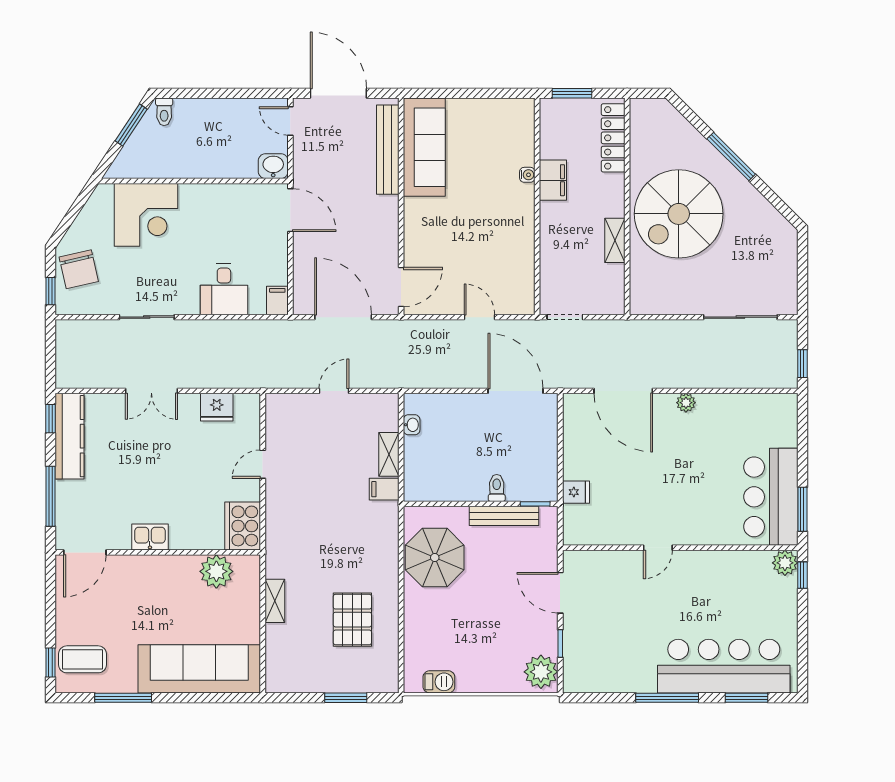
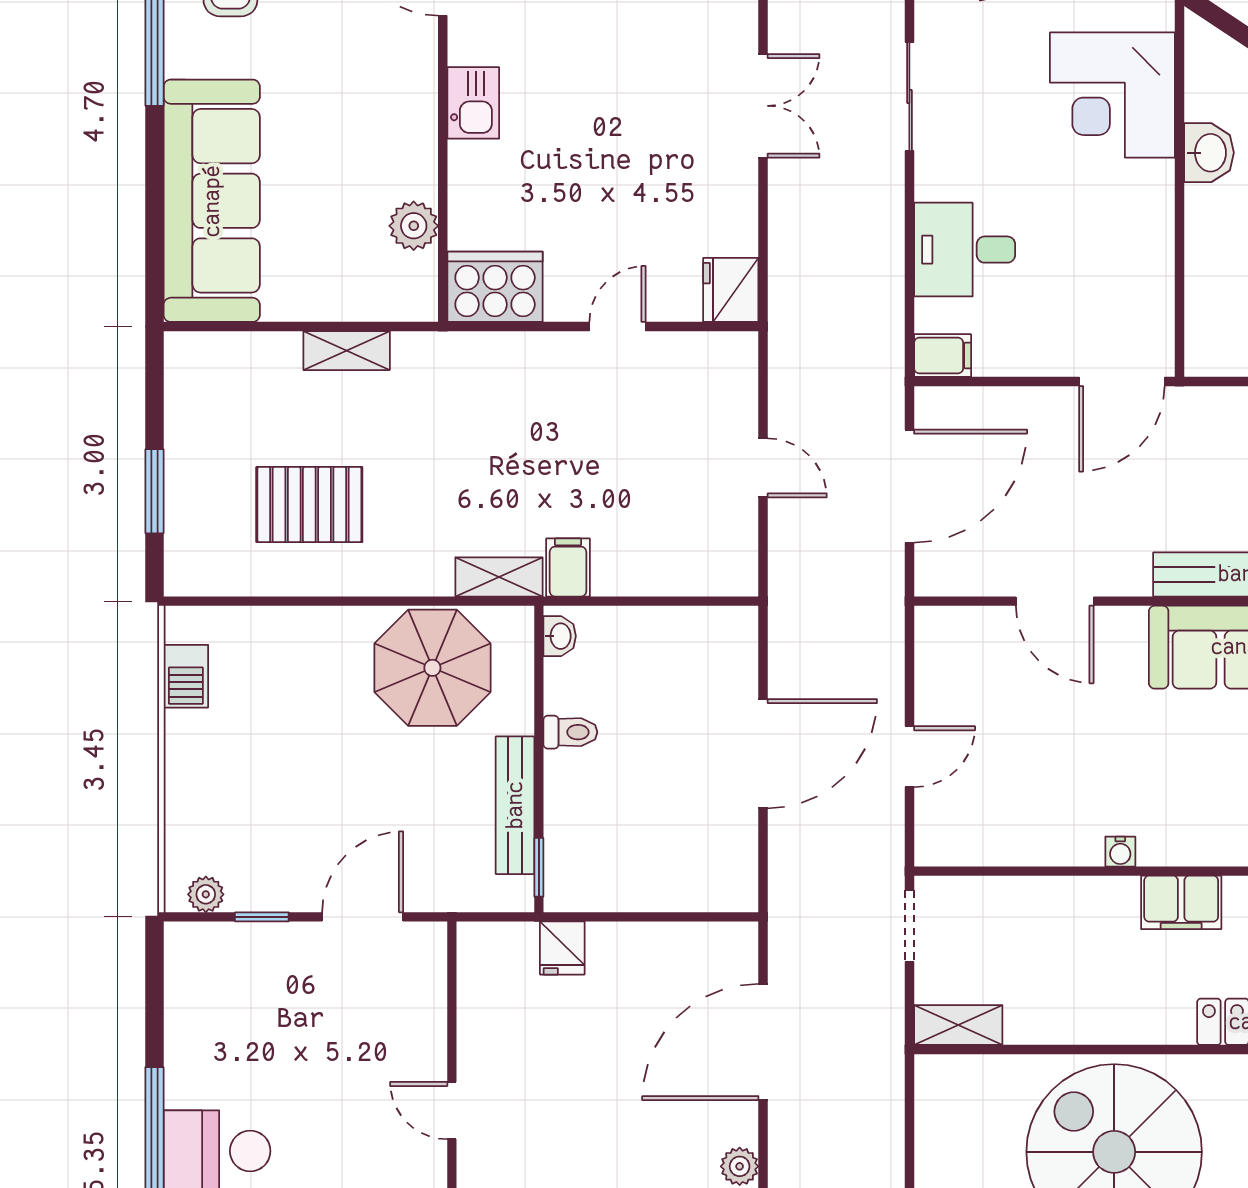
washbasin: (273, 166) -> (1209, 153), moved
water cooler: (527, 175) -> (1120, 852), moved
shelving: (615, 240) -> (958, 1025), moved
door: (401, 287) -> (1055, 601), moved
double door: (151, 391) -> (763, 106), swing flipped
door: (515, 391) -> (763, 754), moved
fridge: (217, 407) -> (731, 290), moved
washbasin: (412, 425) -> (560, 636), moved, turned -90
shelving: (389, 454) -> (499, 577), moved
door: (263, 464) -> (617, 327), hinge flipped
toilet: (497, 488) -> (570, 732), moved
plant: (216, 571) -> (414, 226), width x0.73, depth x0.73
plant: (541, 672) -> (206, 894), width x0.53, depth x0.53

